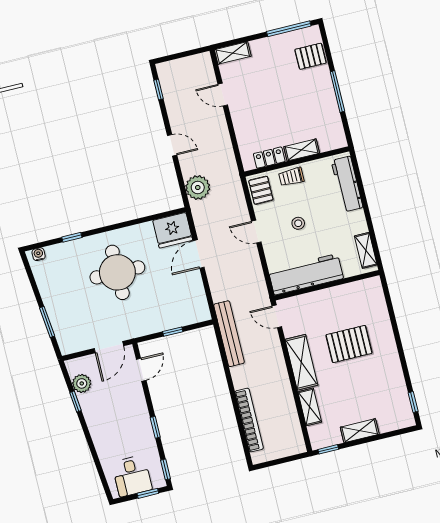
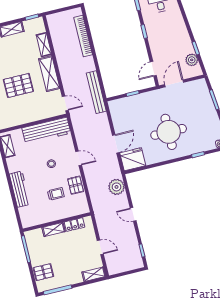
shelving: (302, 150) -> (54, 229), moved
locker: (269, 158) -> (75, 225), moved
wall: (297, 161) -> (57, 222), moved

